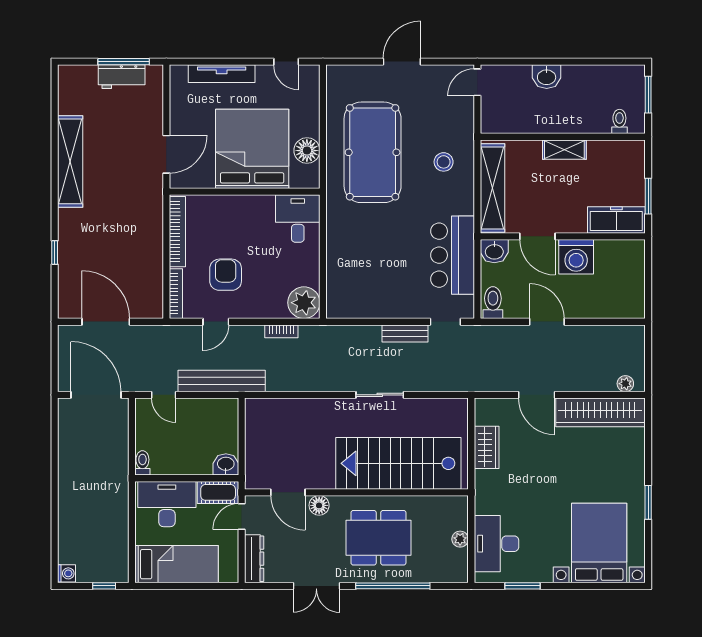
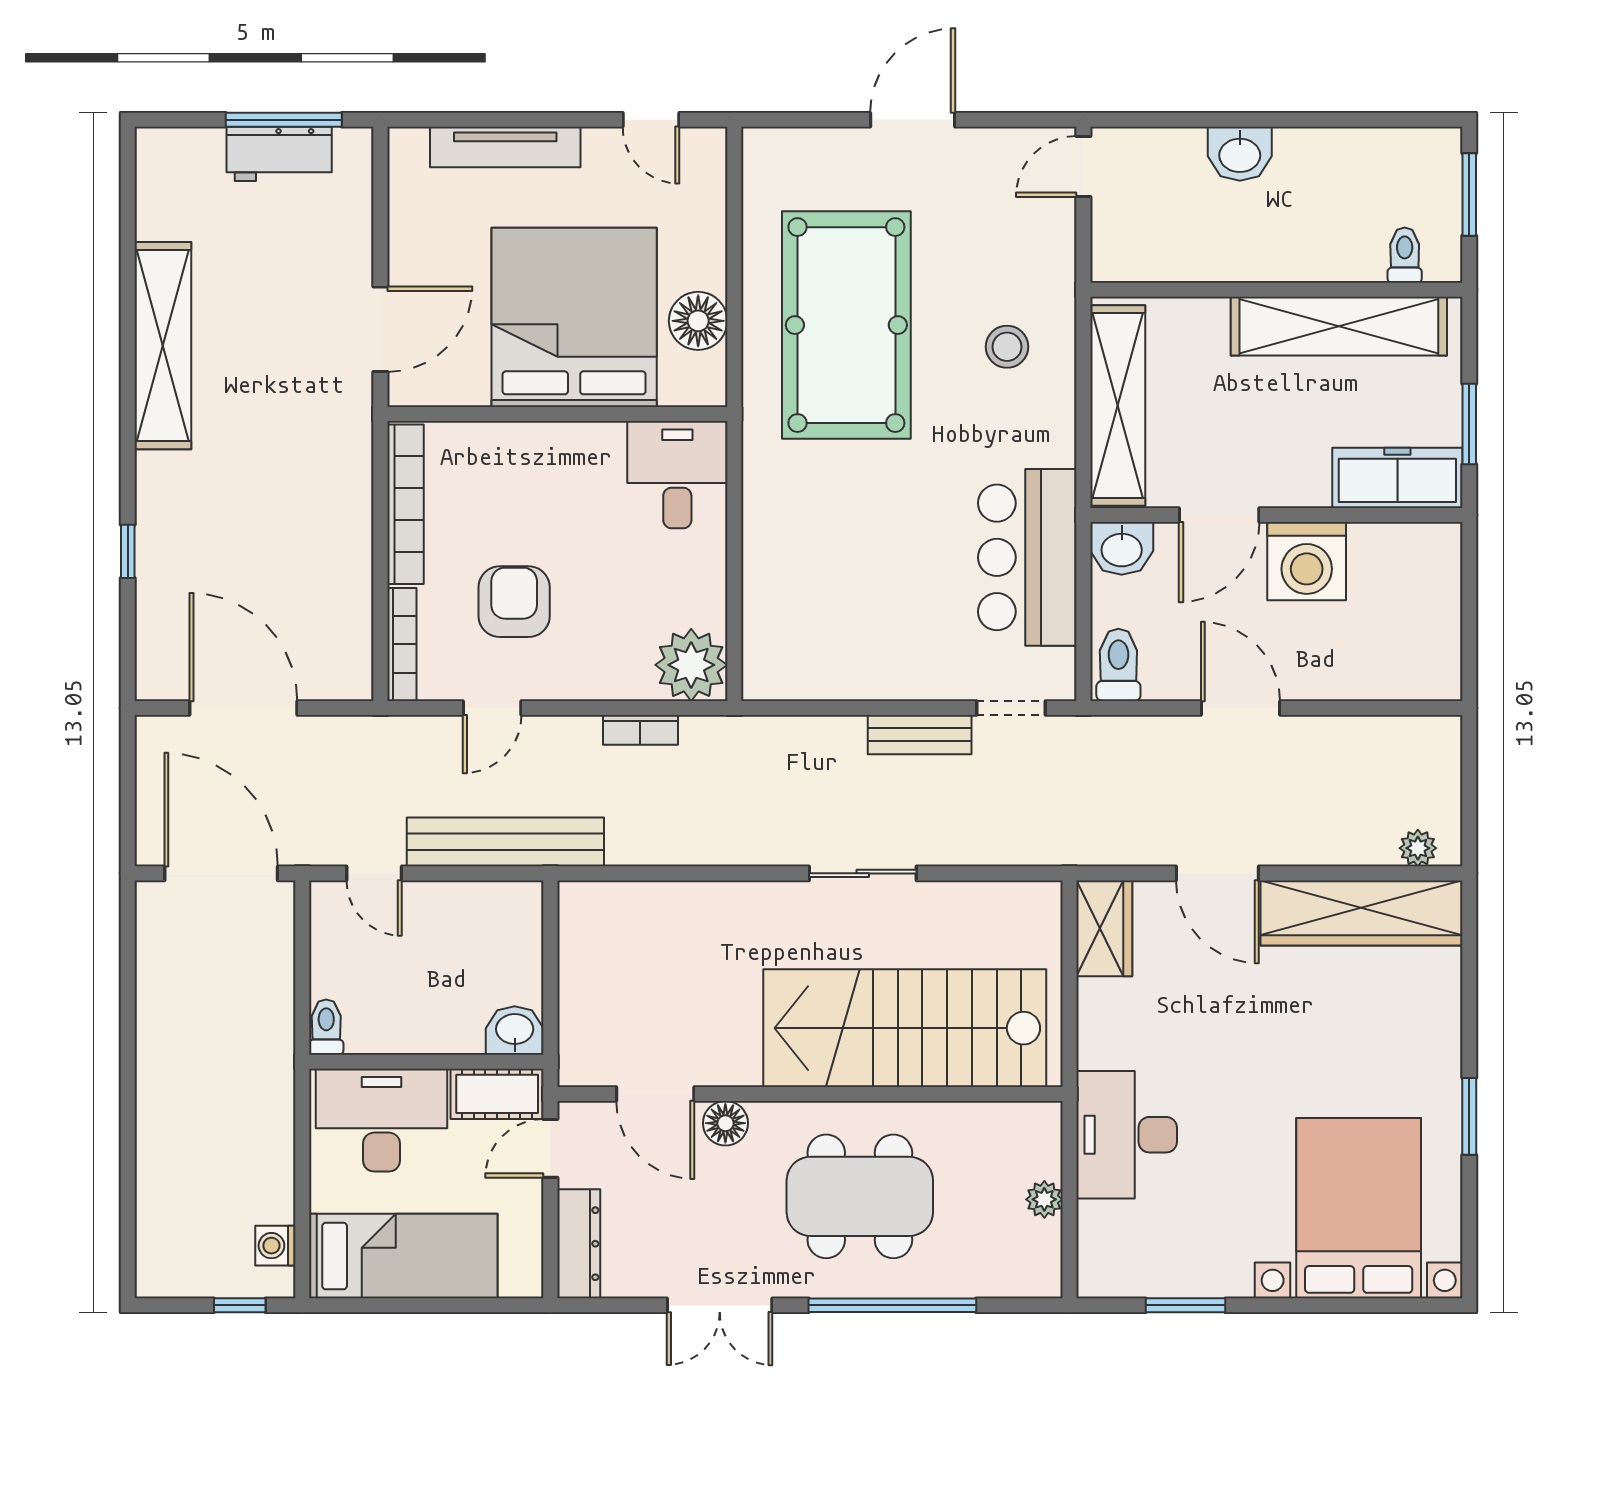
shelving: (564, 150) -> (1339, 326), width x2.20, depth x1.33
door: (537, 236) -> (1219, 515), hinge flipped
wardrobe: (487, 447) -> (1104, 928), moved
desk: (496, 544) -> (1127, 1135), moved
washing machine: (66, 573) -> (275, 1246), moved, turned 180

